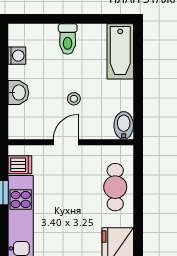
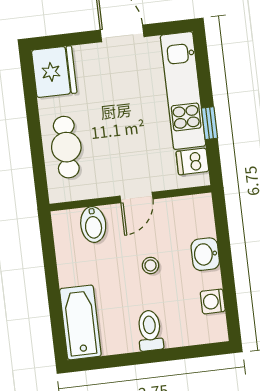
stool: (74, 99) -> (151, 265), moved
bidet: (124, 125) -> (93, 224), moved

